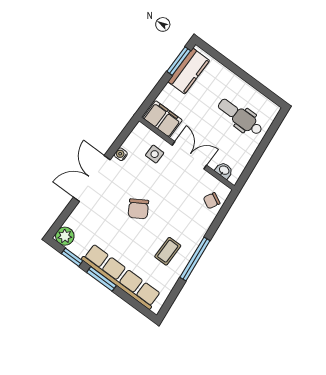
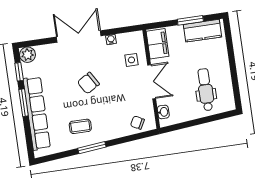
window: (179, 61) -> (190, 20), moved
window: (195, 259) -> (92, 148), width x0.69

